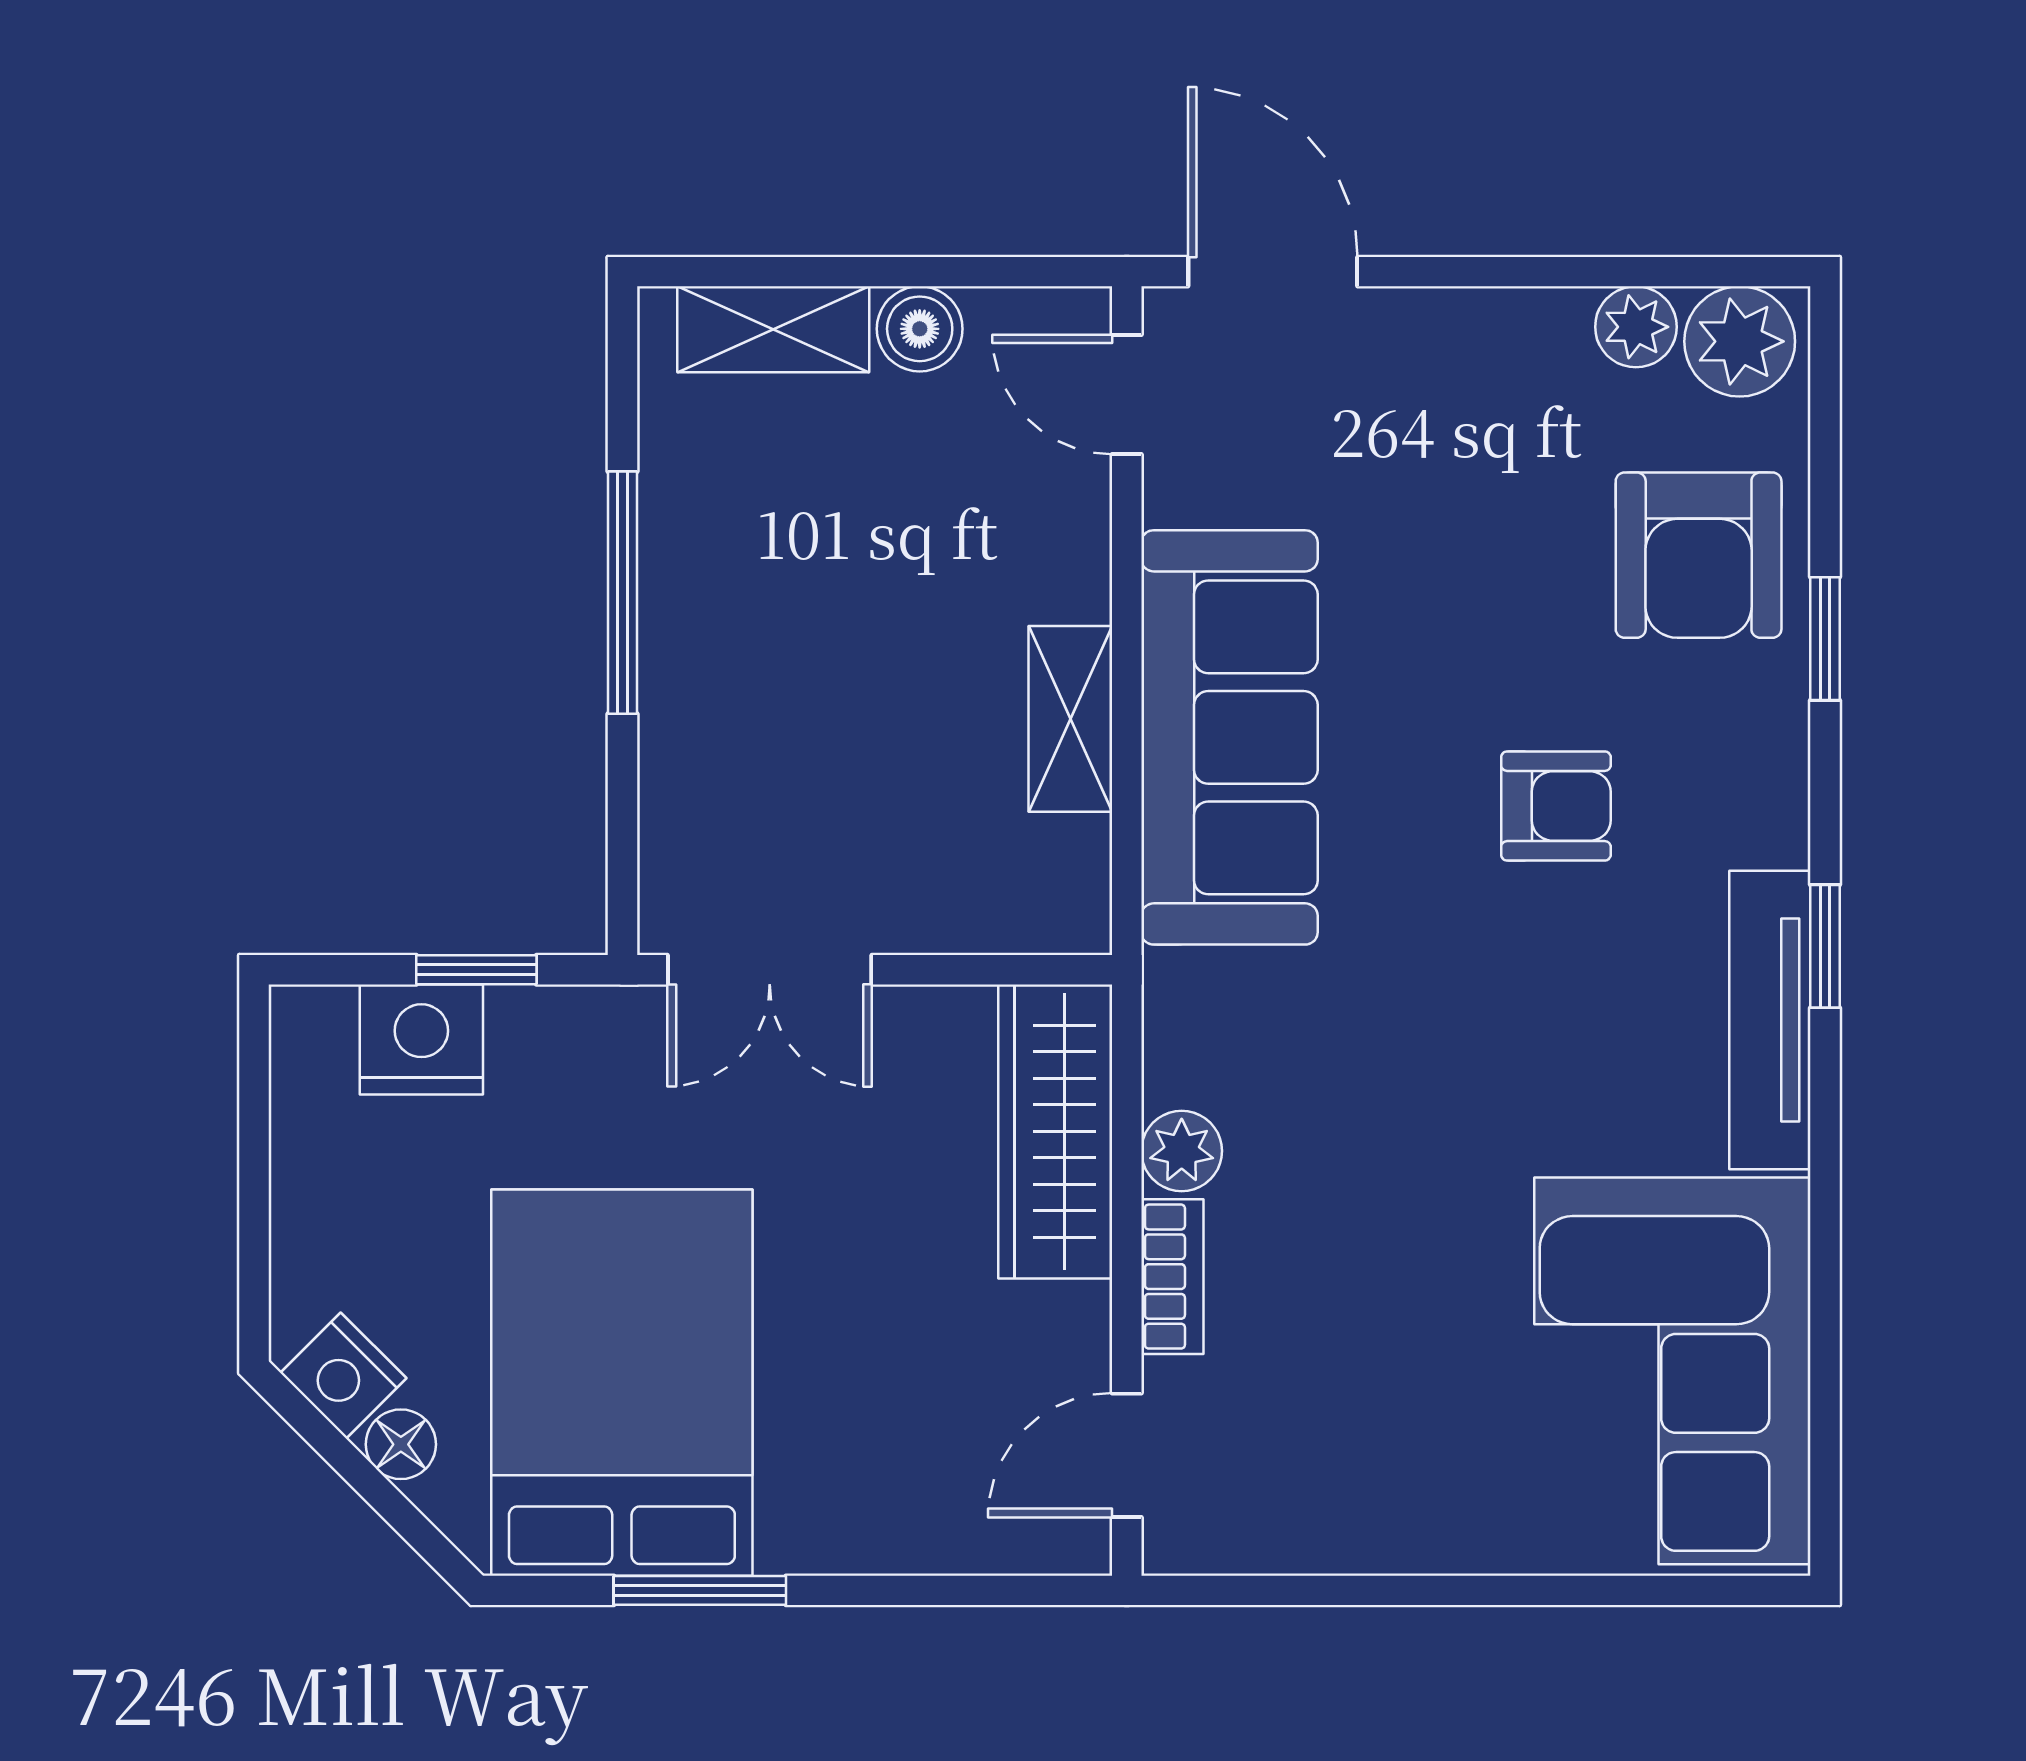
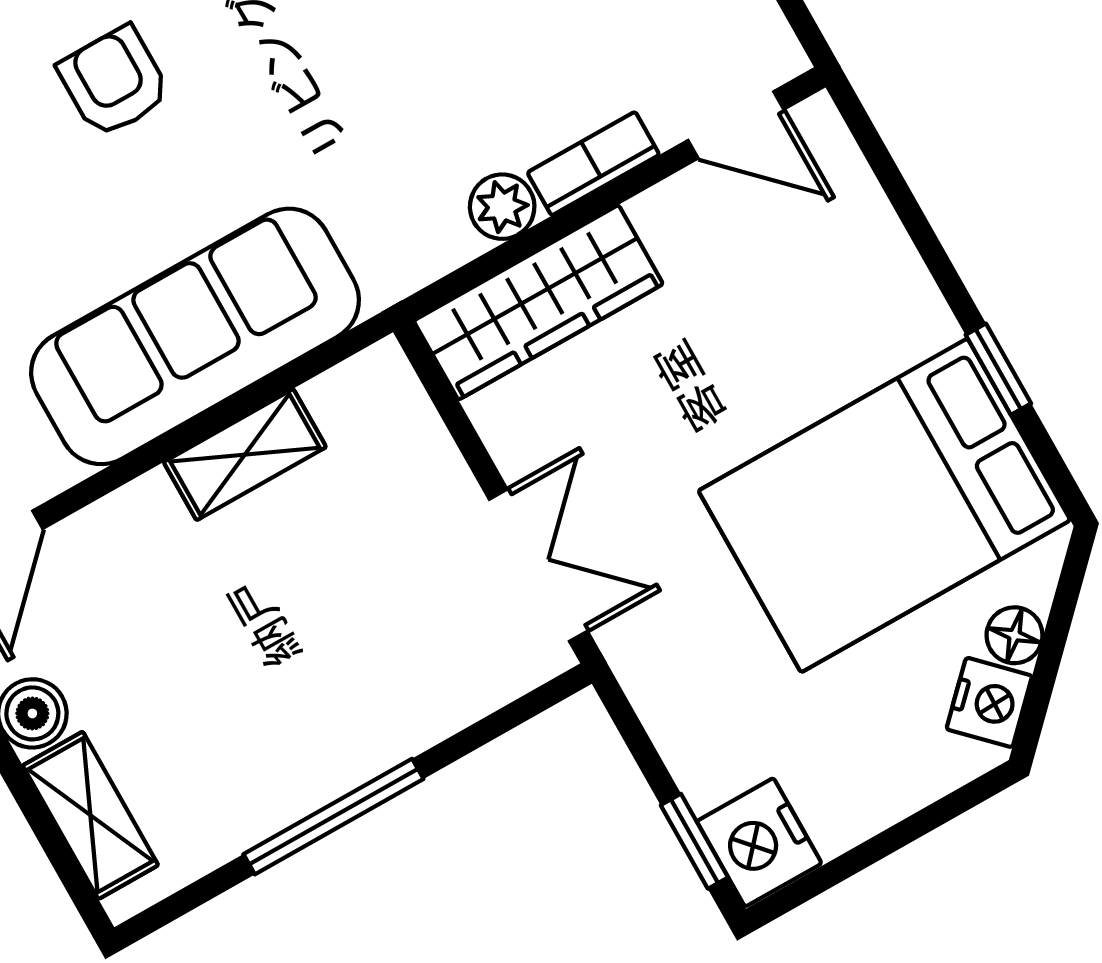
window: (476, 970) -> (694, 841), moved
nightstand: (421, 1039) -> (759, 842), moved
window: (700, 1590) -> (998, 369), width x0.67

